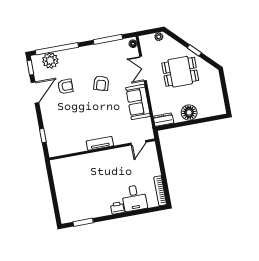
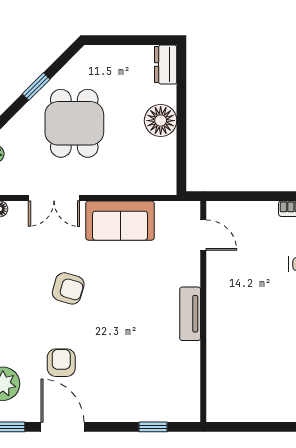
dresser: (163, 120) -> (166, 64), moved

